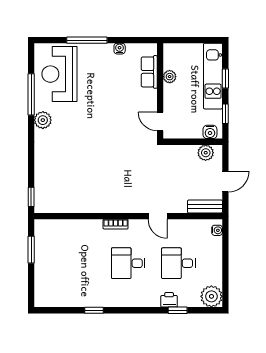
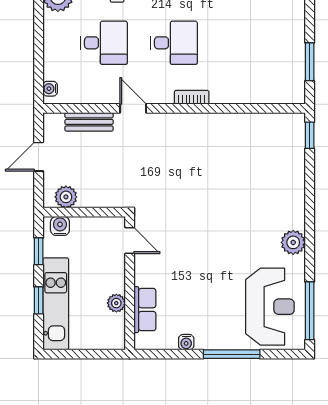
window: (31, 94) -> (310, 311), moved
bench: (205, 207) -> (89, 122), moved

